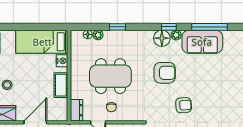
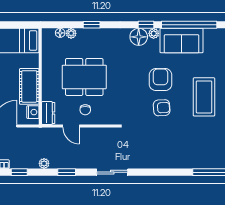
window: (209, 27) -> (189, 25), width x1.46
nightstand: (62, 61) -> (33, 112), moved
armchair: (165, 73) -> (161, 80), moved, turned -90
cot: (61, 85) -> (29, 86), width x1.37, depth x1.34
coffee table: (224, 95) -> (204, 97), added

